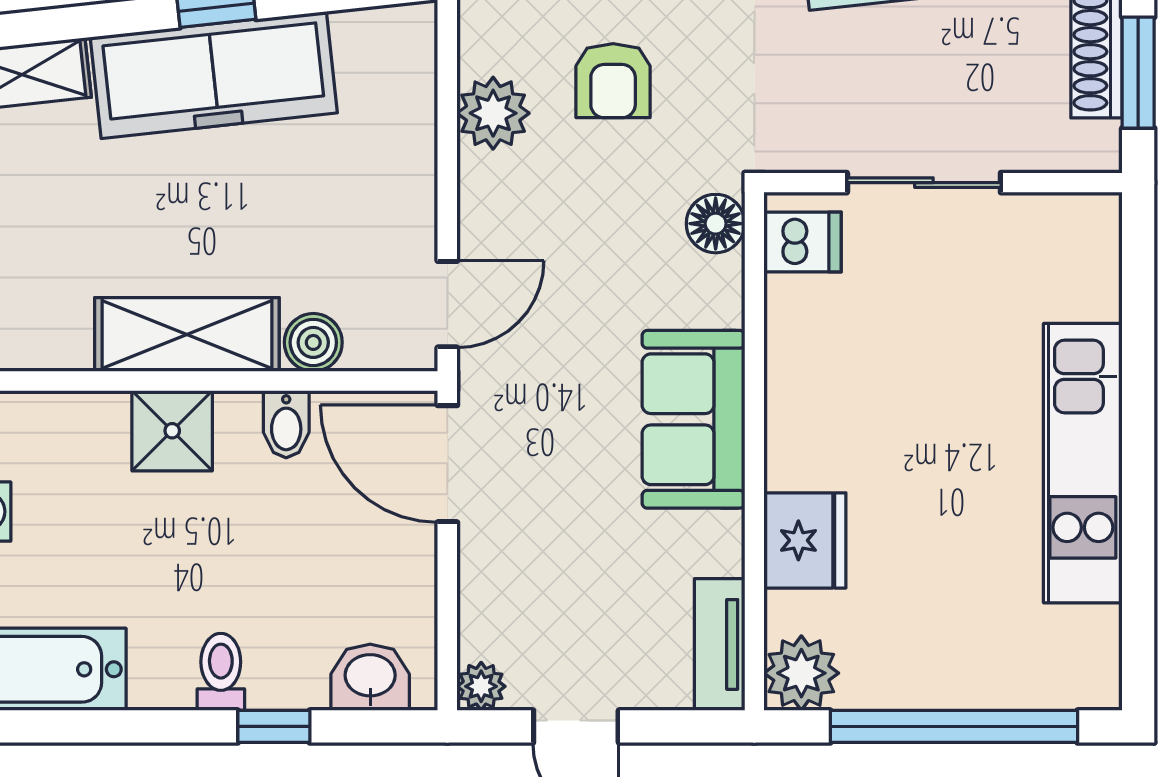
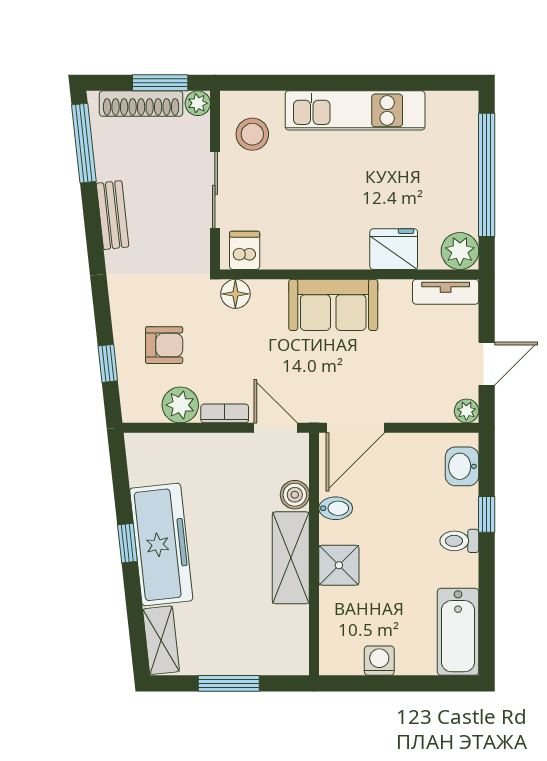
plant: (1097, 148) -> (198, 103), added
bookcase: (476, 202) -> (225, 413), added
stool: (1035, 257) -> (252, 134), added

